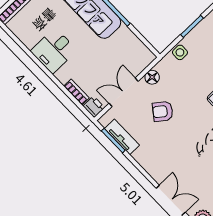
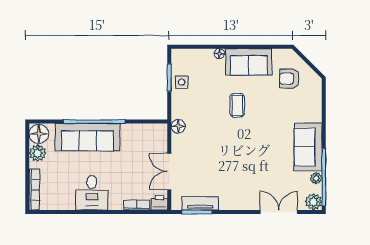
side table: (180, 52) -> (182, 82), moved
floor lamp: (152, 77) -> (178, 126), moved
armchair: (163, 111) -> (210, 157), removed

